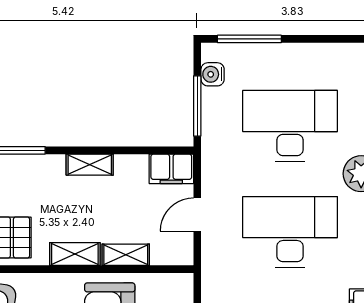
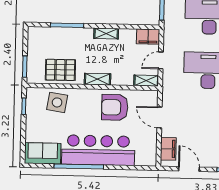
shelving: (126, 255) -> (146, 81), moved

